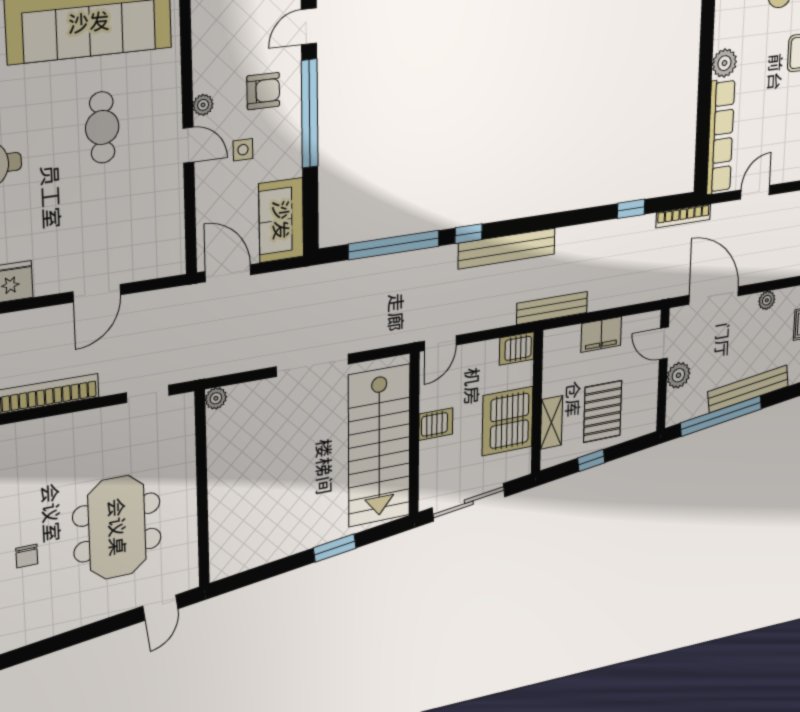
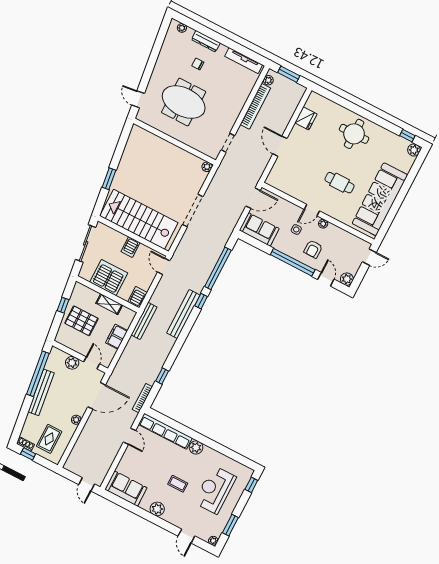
door: (664, 343) -> (92, 363), hinge flipped
shelving: (551, 422) -> (109, 304), moved

